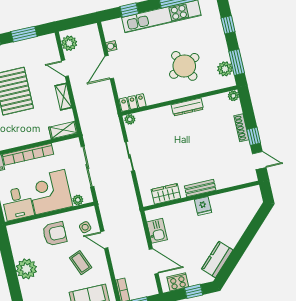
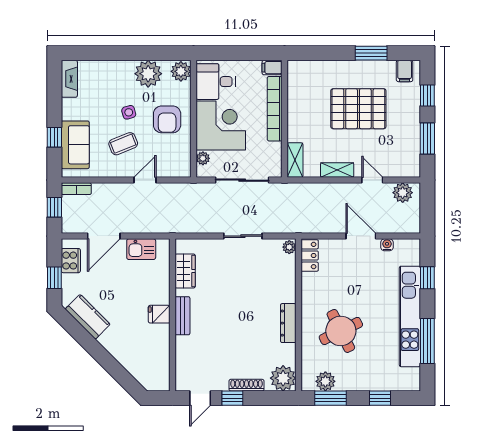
door: (65, 68) -> (372, 180), hinge flipped
plant: (233, 96) -> (283, 378), width x1.88, depth x1.88
side table: (85, 227) -> (129, 112), moved
plant: (16, 232) -> (181, 71), added
plant: (26, 269) -> (148, 74), moved

